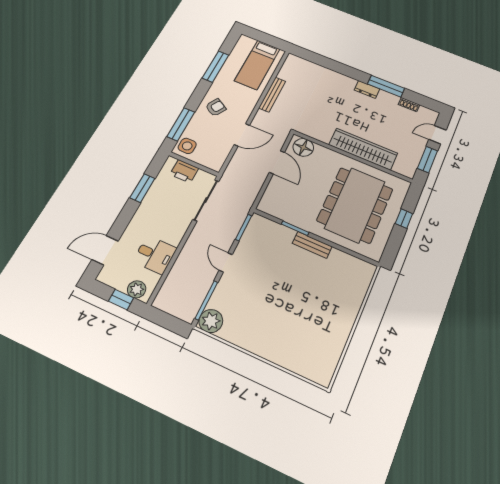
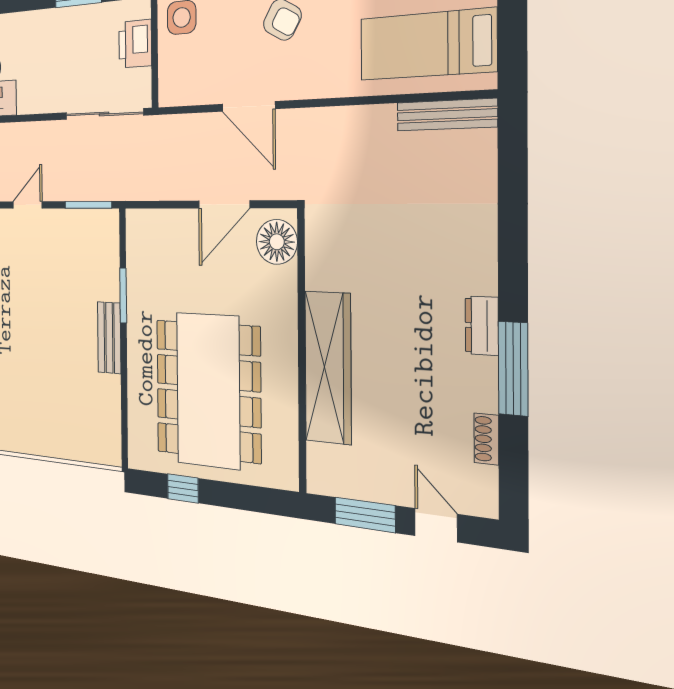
bench: (272, 95) -> (447, 115), moved
dining table: (355, 205) -> (208, 390), turned 90
window: (404, 219) -> (183, 488), moved

